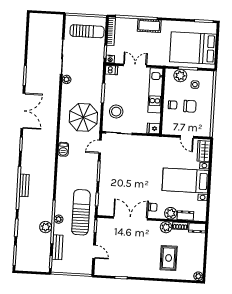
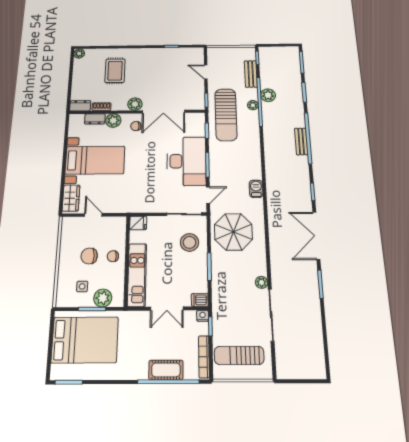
cot: (149, 26) -> (166, 370), moved
desk: (115, 175) -> (186, 161), added
plant: (166, 227) -> (135, 104), moved

